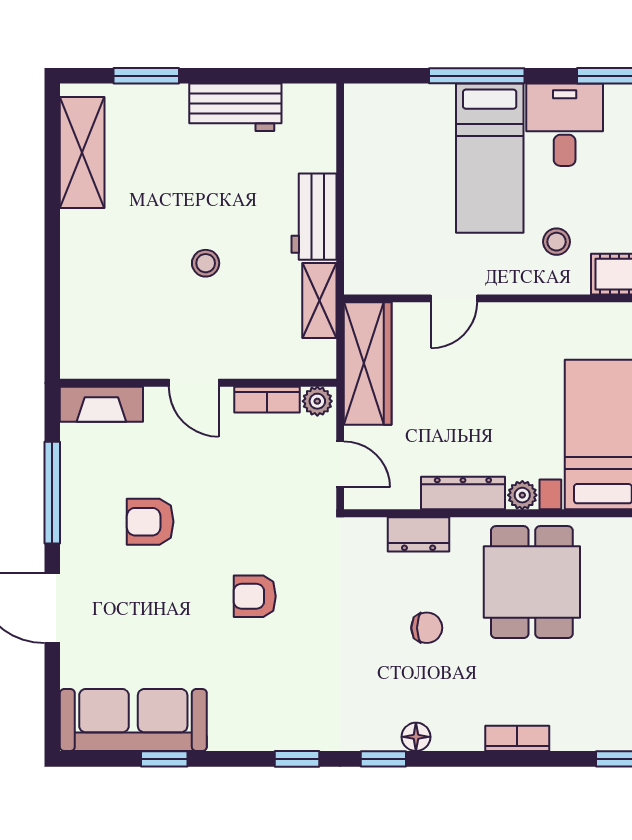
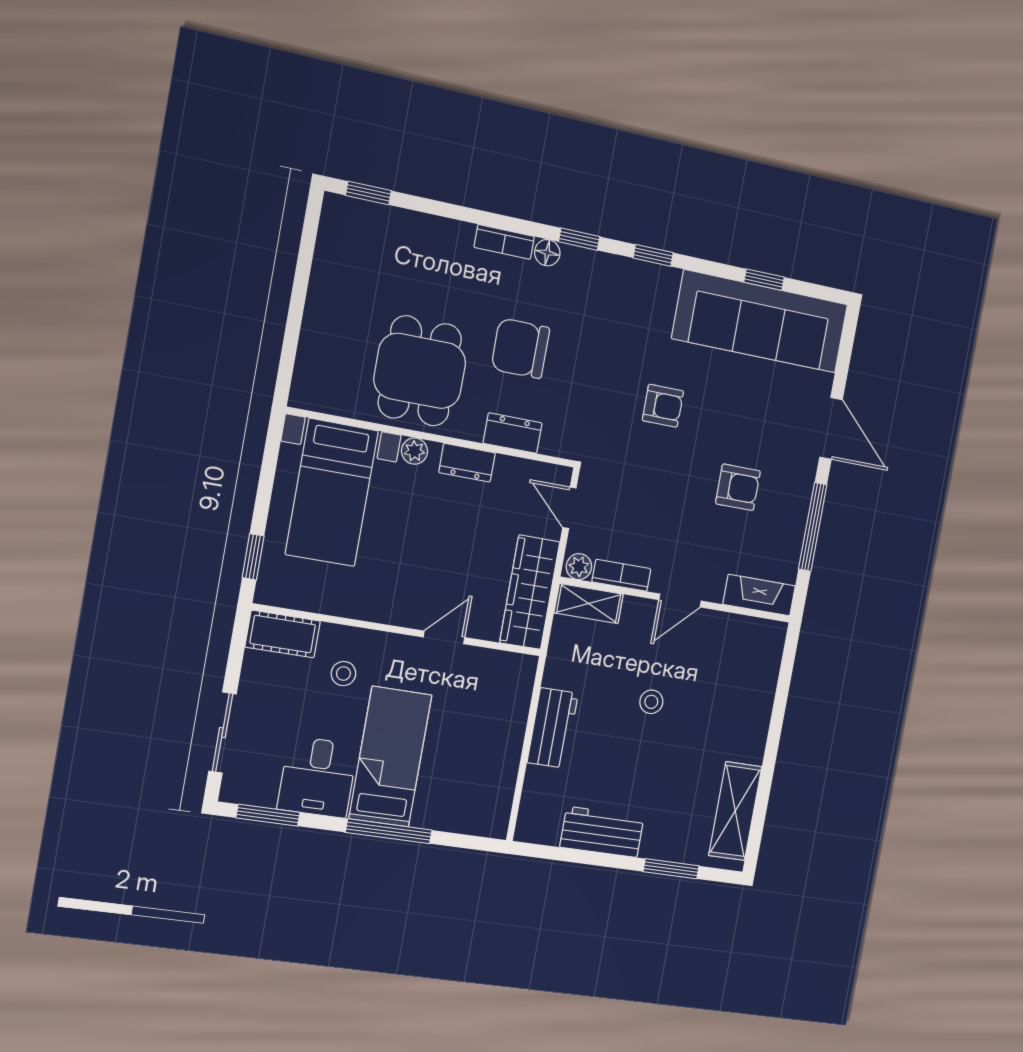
shelving: (319, 301) -> (589, 604), moved, turned 90
door: (194, 383) -> (680, 600), swing flipped
dresser: (463, 493) -> (467, 463), width x0.70
chair: (427, 628) -> (520, 348), width x1.87, depth x1.87
sofa: (133, 720) -> (760, 322), width x1.36, depth x1.27
bookcase: (517, 738) -> (504, 242), moved

